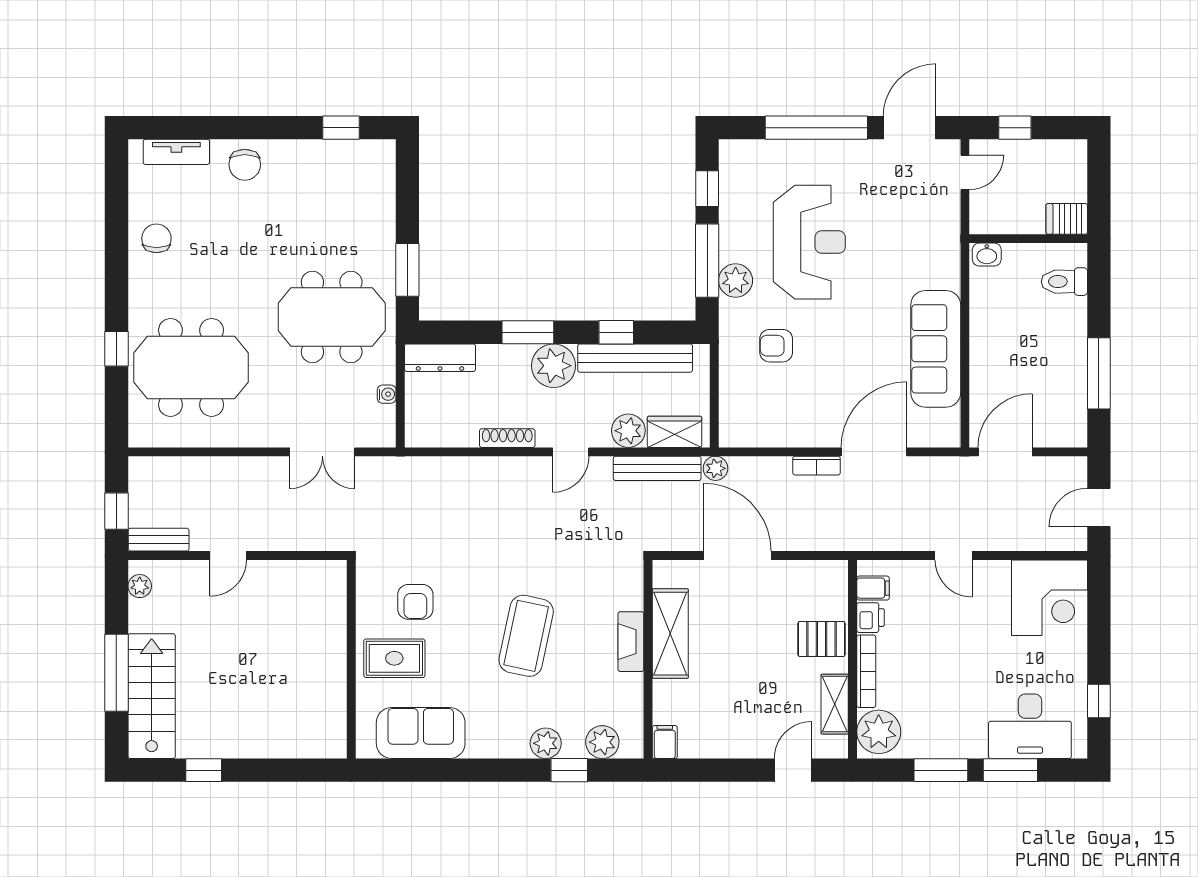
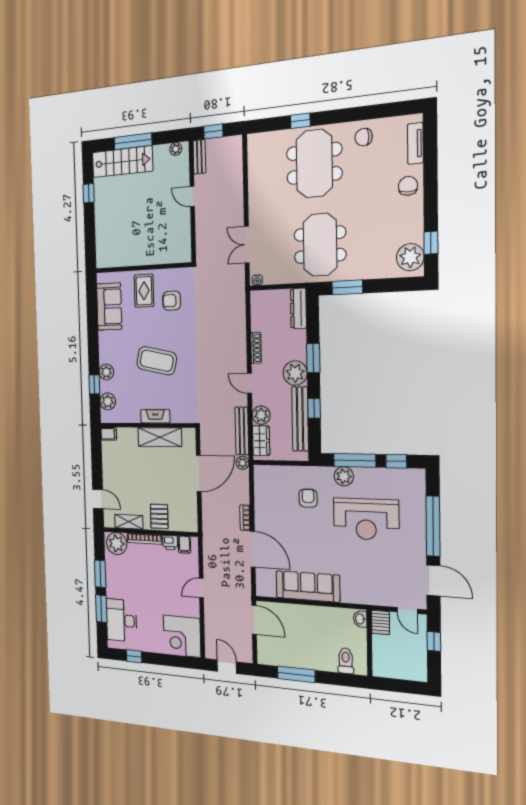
plant: (363, 162) -> (410, 257), added
chair: (245, 165) -> (408, 186), turned 90
server rack: (1067, 219) -> (380, 622), moved, turned 180
chair: (156, 238) -> (364, 137), turned 180
meeting table: (191, 367) -> (314, 163), moved
water cooler: (387, 394) -> (257, 280), moved

